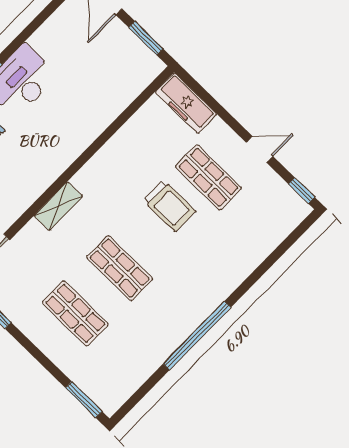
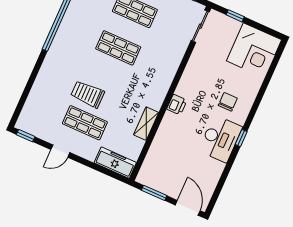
printer: (65, 154) -> (177, 105), added
shelving: (58, 206) -> (146, 124), moved
trolley: (169, 206) -> (88, 94), moved

